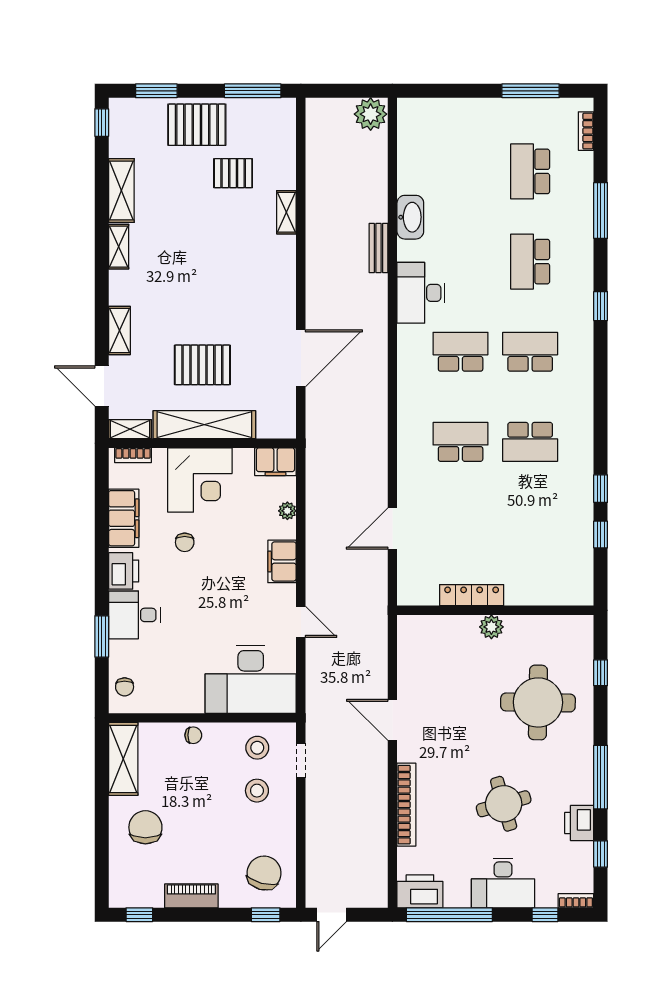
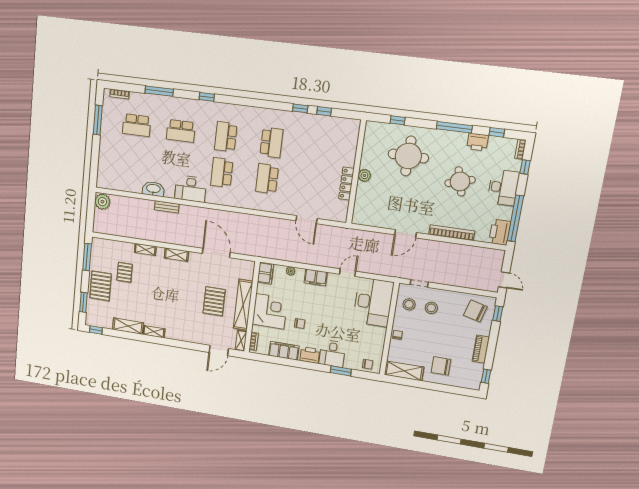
shelving: (119, 330) -> (176, 255), moved

